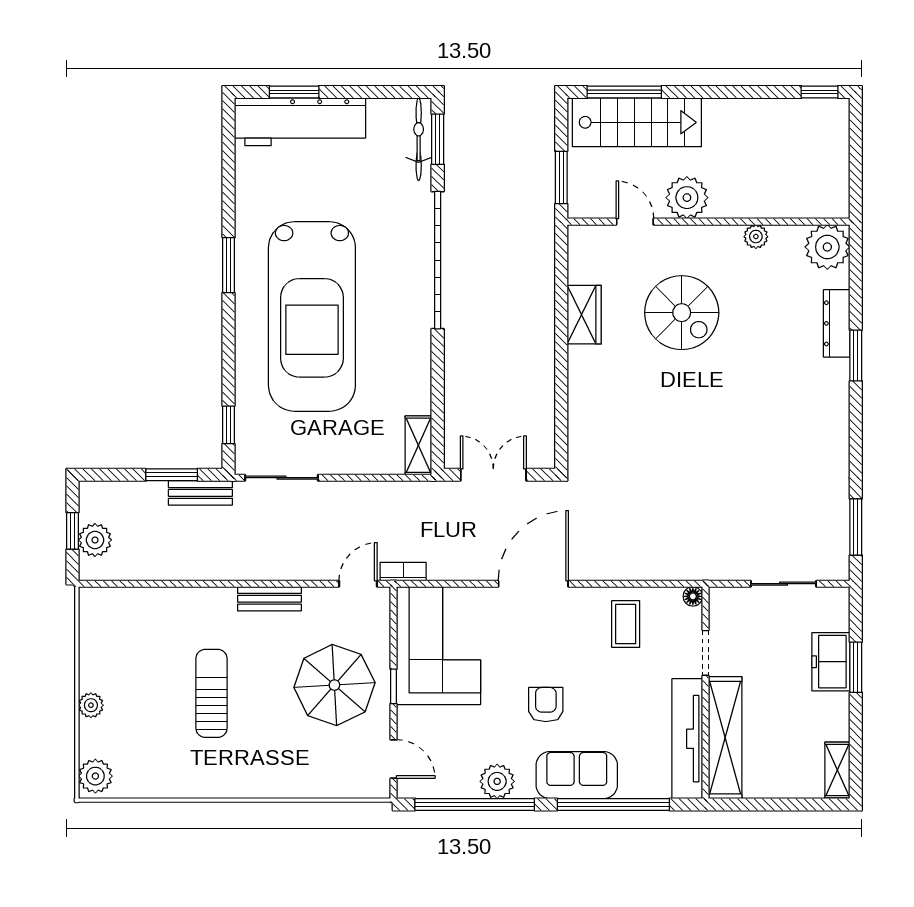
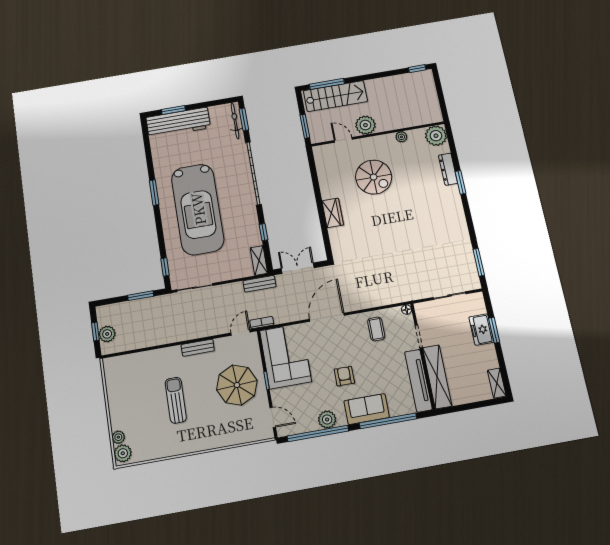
wardrobe: (584, 315) -> (333, 213), moved
window: (438, 388) -> (264, 232), added
bench: (200, 493) -> (259, 284), moved
plant: (91, 705) -> (118, 437), moved

